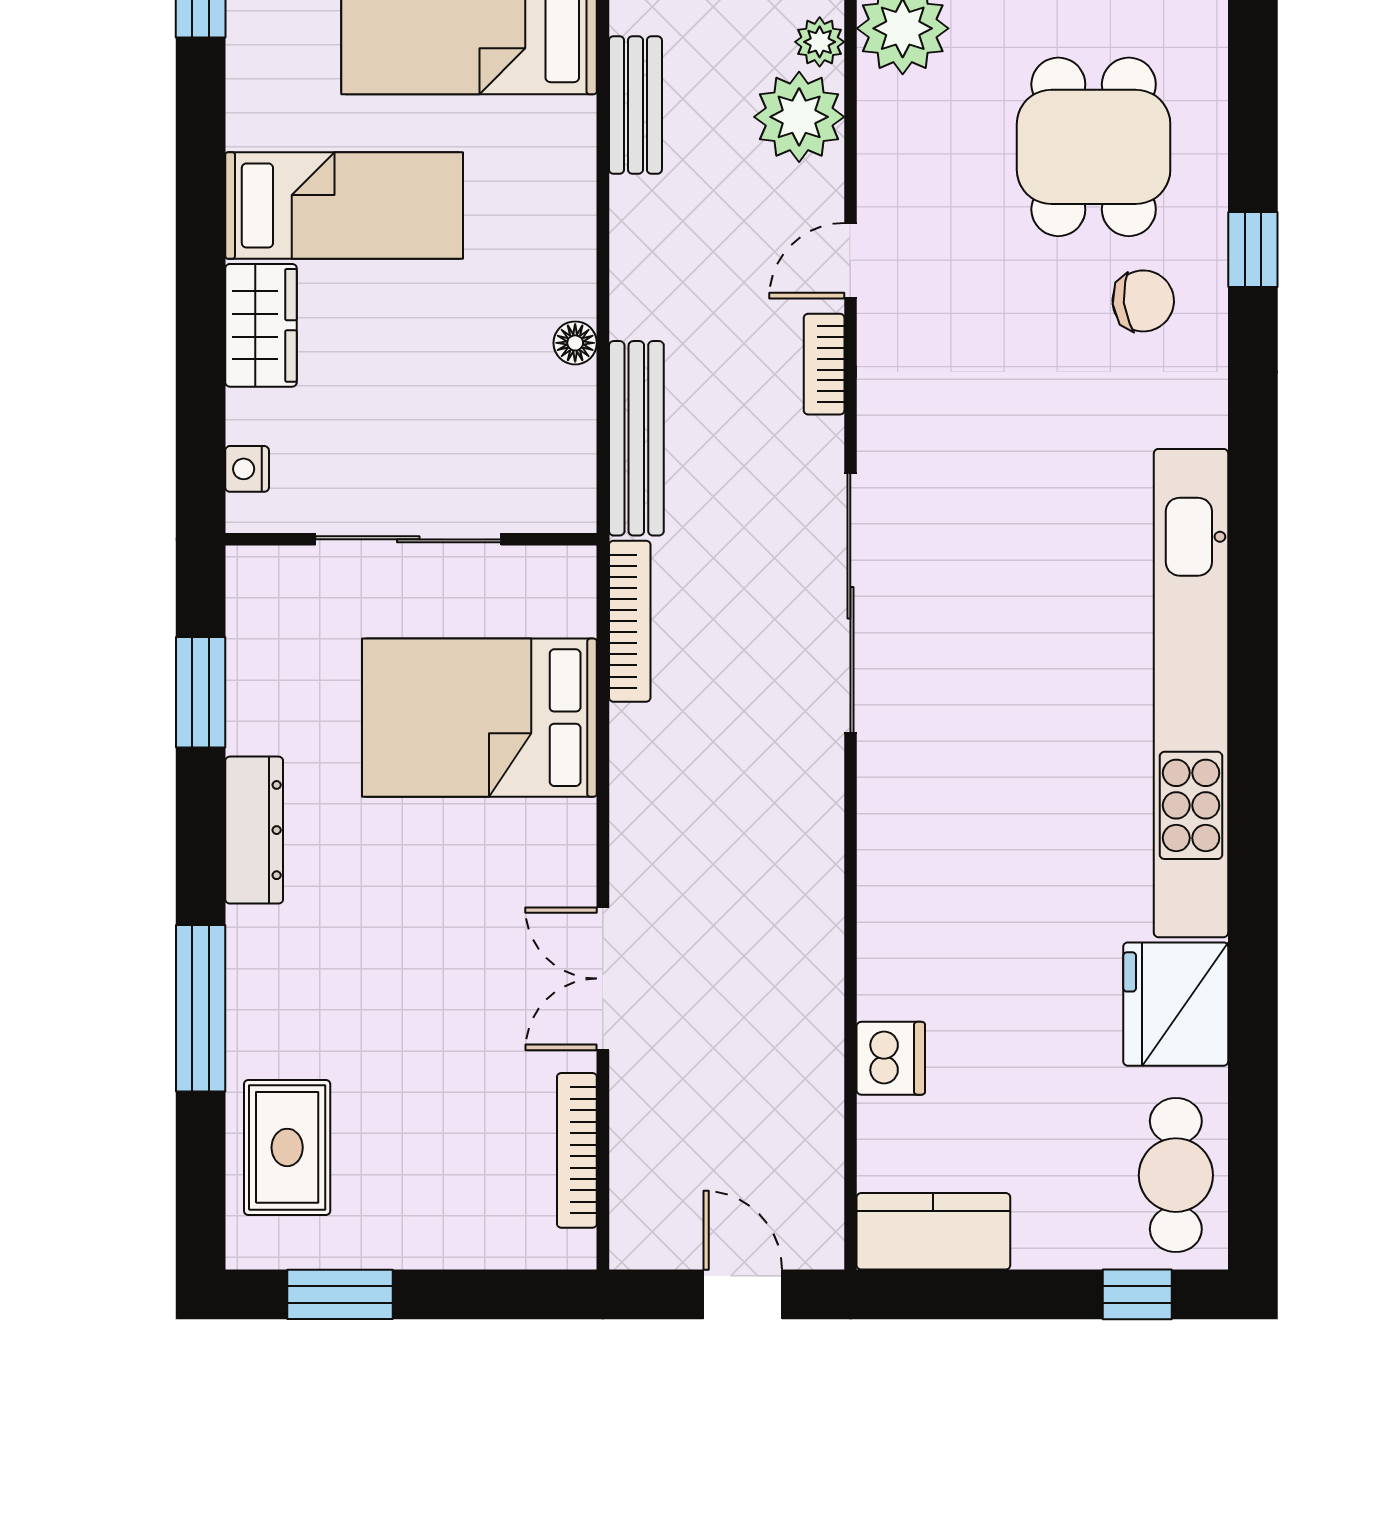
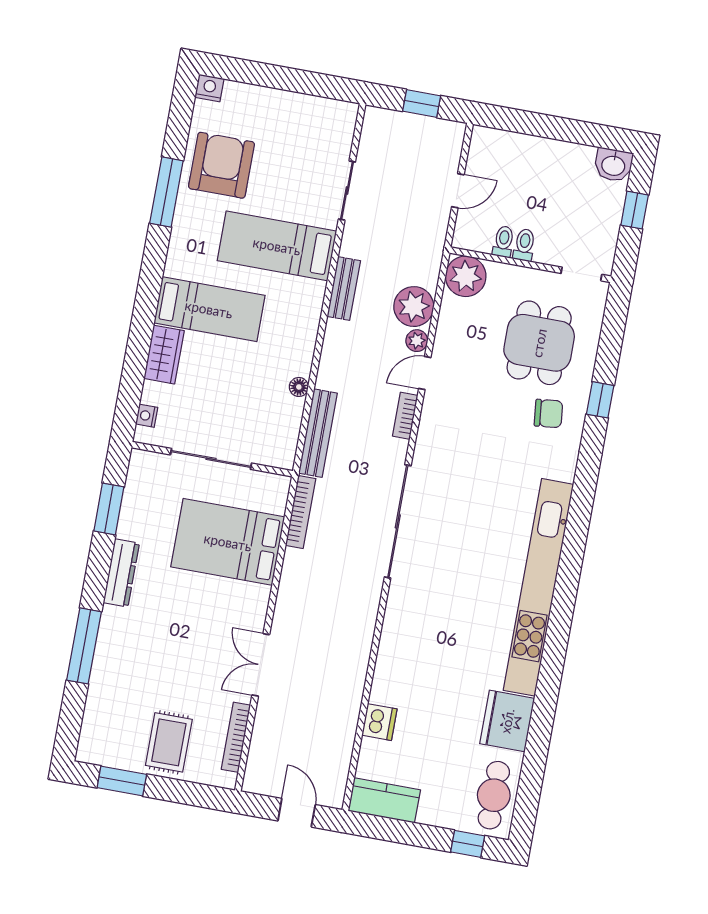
plant: (820, 42) -> (417, 341), moved
rug: (287, 1147) -> (169, 742), moved

